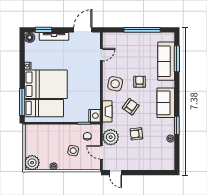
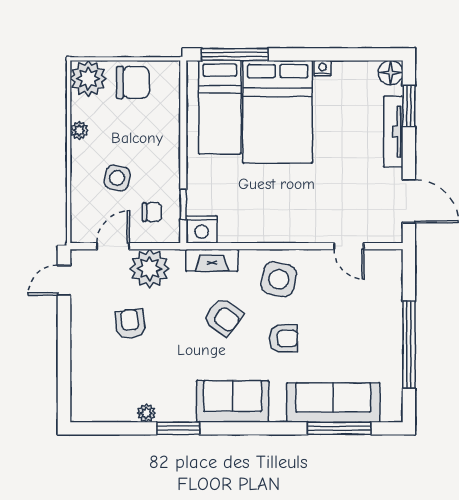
armchair: (136, 134) -> (130, 324), moved
chair: (34, 144) -> (133, 82), added

